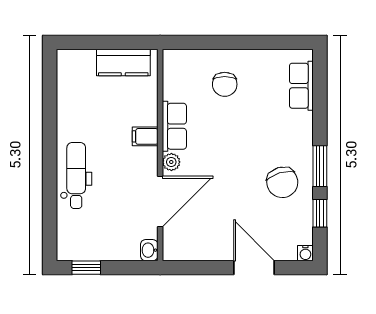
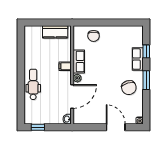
chair: (225, 84) -> (94, 36), moved
row of seats: (301, 86) -> (138, 59), moved
window: (320, 213) -> (146, 51), moved

